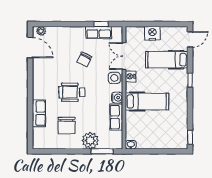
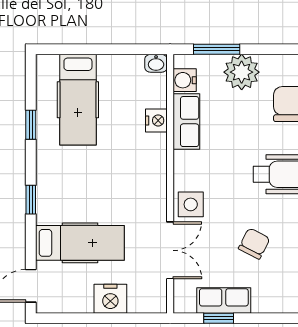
nightstand: (131, 76) -> (156, 120), moved
water cooler: (117, 98) -> (185, 80), moved
hospital bed: (147, 101) -> (78, 100), moved, turned -90
window: (190, 137) -> (31, 125), moved

